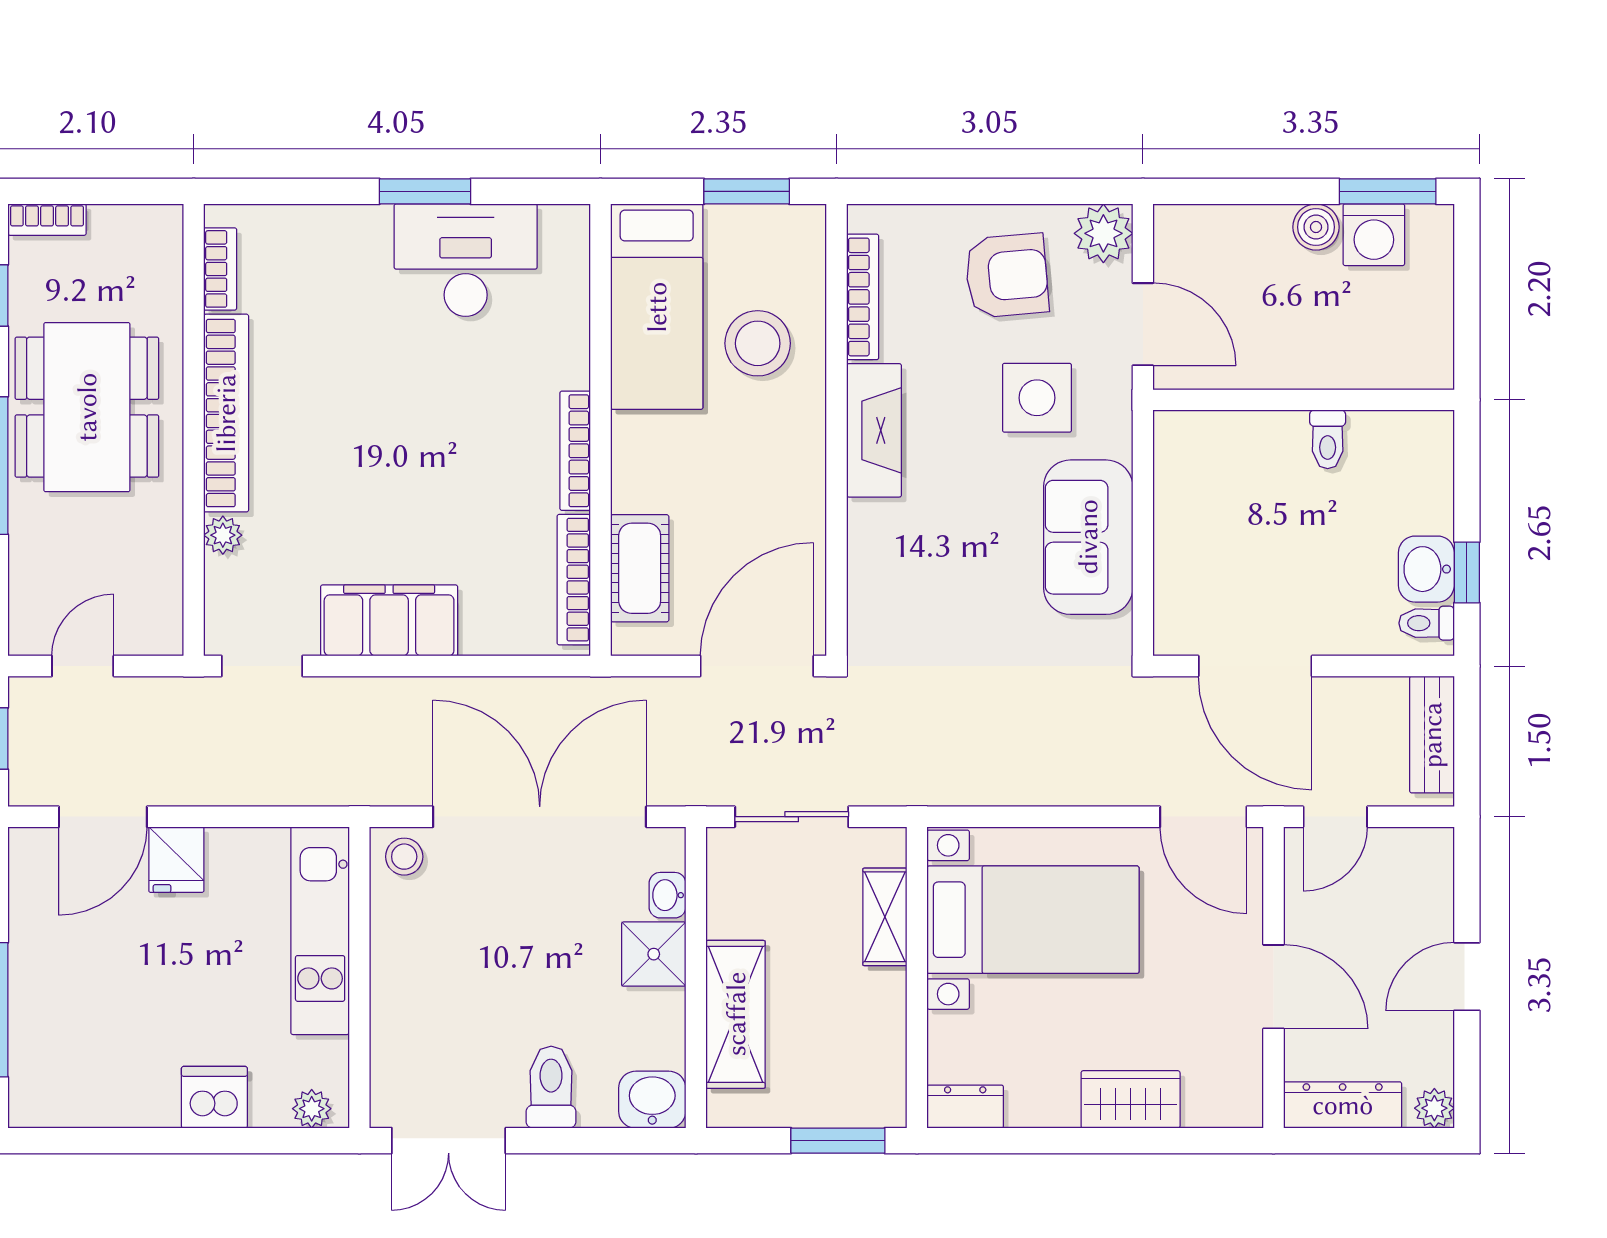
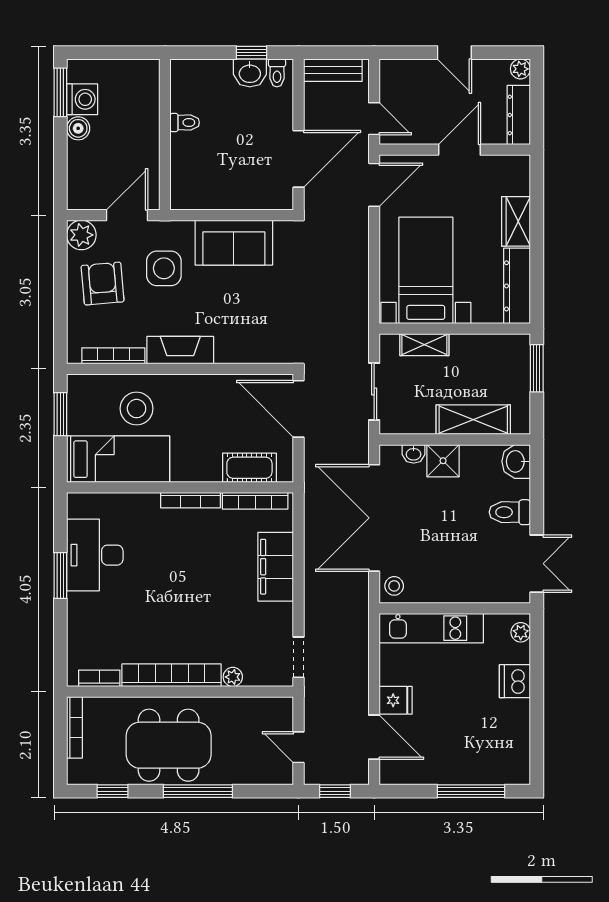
bookcase: (47, 220) -> (74, 727), moved, width x1.56
filing cabinet: (389, 620) -> (276, 567), moved
dresser: (965, 1107) -> (517, 286), width x1.96, depth x1.24

